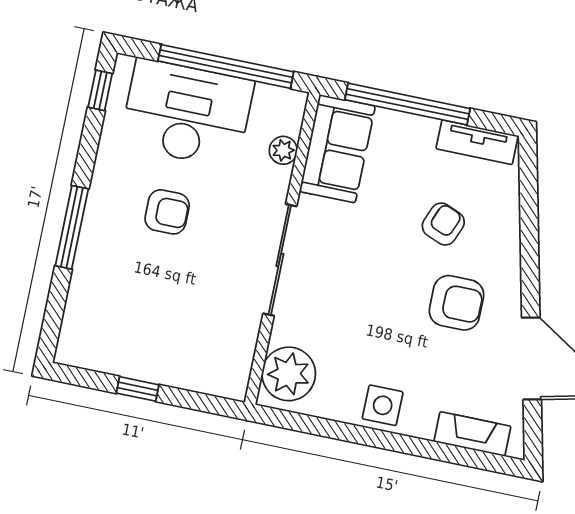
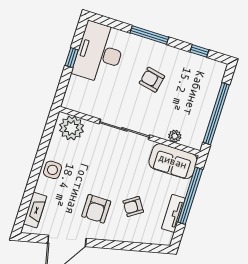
window: (100, 90) -> (199, 51), moved
desk: (187, 113) -> (99, 53), moved, turned 180
tv unit: (477, 142) -> (173, 213), moved
armchair: (167, 212) -> (152, 80), turned 102
armchair: (443, 224) -> (133, 206), turned 124

